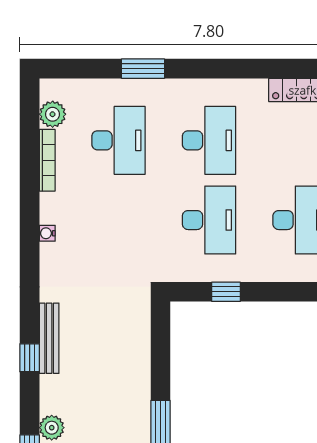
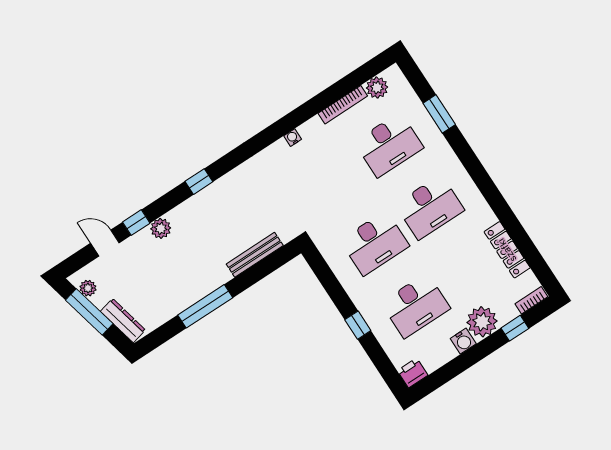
window: (143, 69) -> (439, 114), moved
window: (226, 292) -> (358, 325), moved
bench: (49, 338) -> (255, 255), moved

